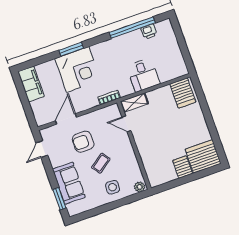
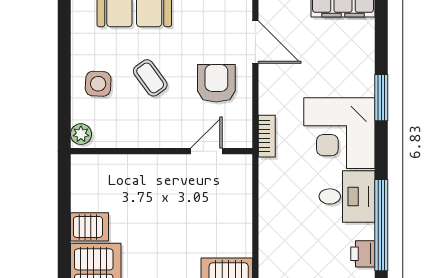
corner desk: (78, 69) -> (339, 133), moved
desk: (143, 75) -> (347, 196), moved, turned 180
shelving: (134, 103) -> (241, 180), removed
armchair: (83, 142) -> (216, 83), moved

